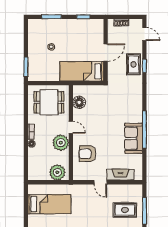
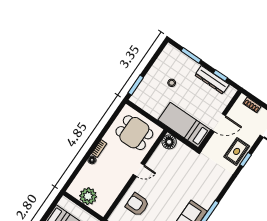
dresser: (79, 24) -> (212, 80), added
floor lamp: (79, 102) -> (169, 142), moved
door: (71, 127) -> (139, 170), hinge flipped
plant: (61, 143) -> (120, 177), removed
plant: (57, 172) -> (88, 196), moved

